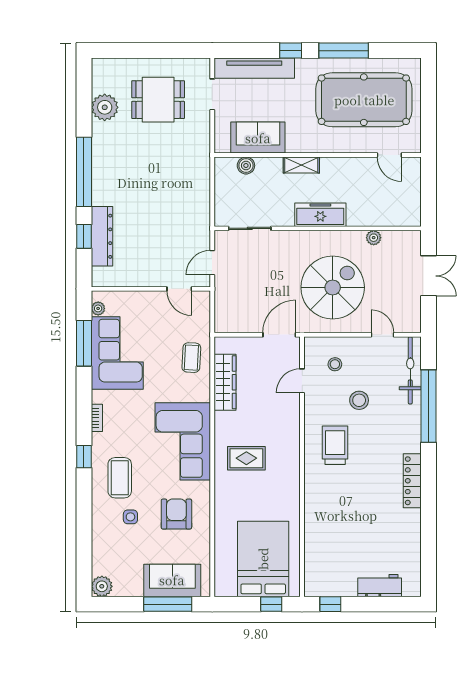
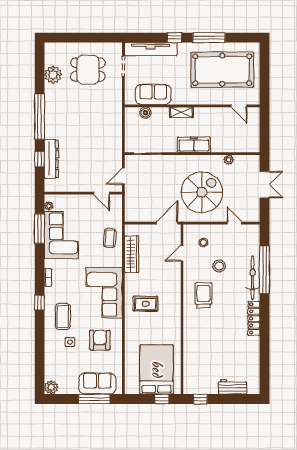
bicycle: (410, 370) -> (253, 278), moved

